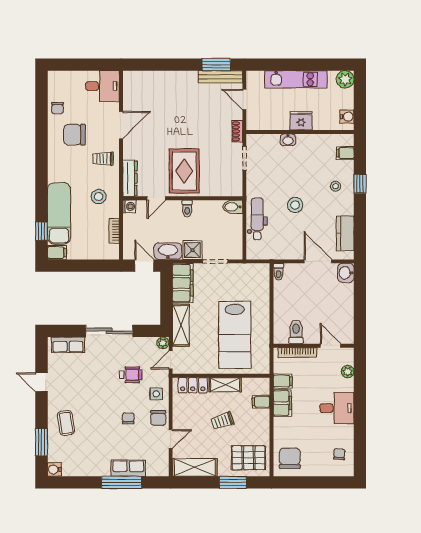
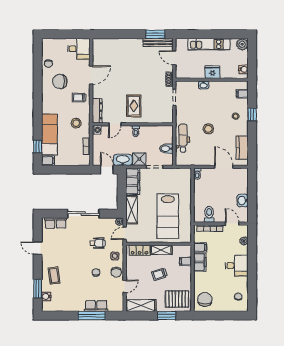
rug: (184, 171) -> (134, 106), width x0.73, depth x0.70
bidet: (233, 207) -> (166, 149), moved
washbasin: (346, 273) -> (243, 200), moved
water cooler: (54, 470) -> (46, 296), moved

